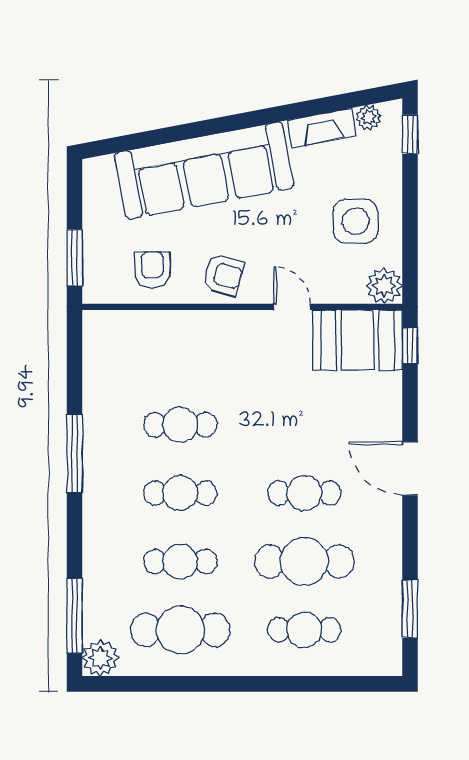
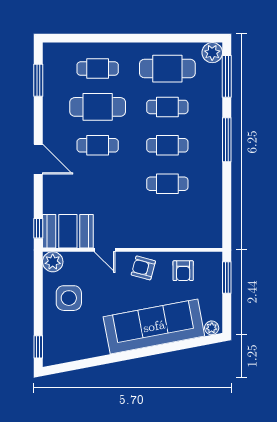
plant: (368, 117) -> (212, 328), moved
fireplace: (322, 128) -> (88, 351), removed
window: (75, 453) -> (227, 140), moved

